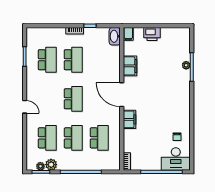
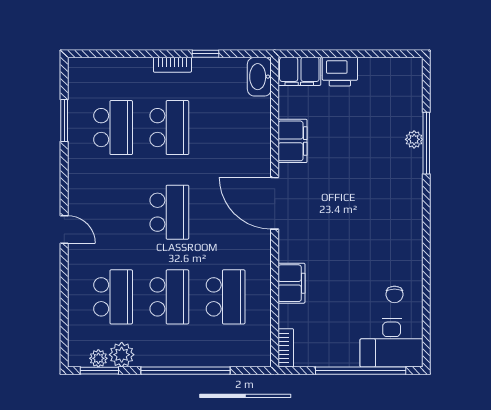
filing cabinet: (128, 34) -> (299, 71), width x2.00
filing cabinet: (130, 119) -> (291, 283), moved

